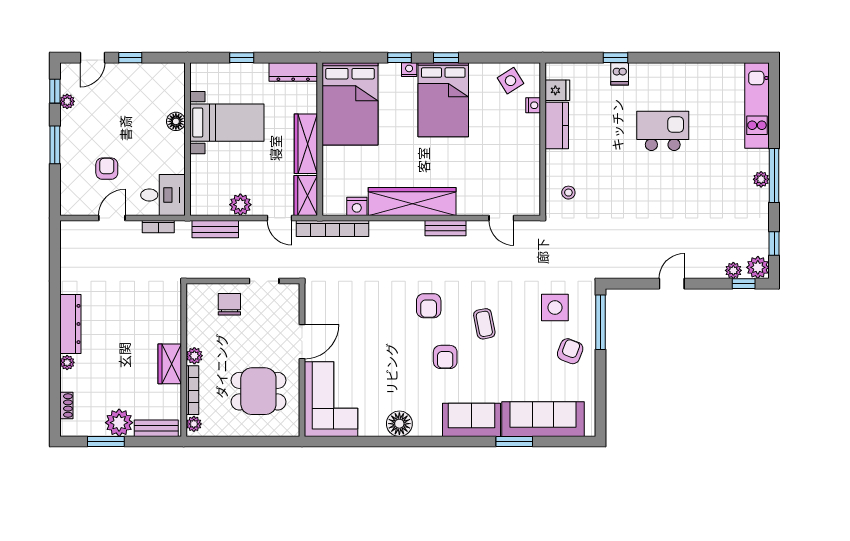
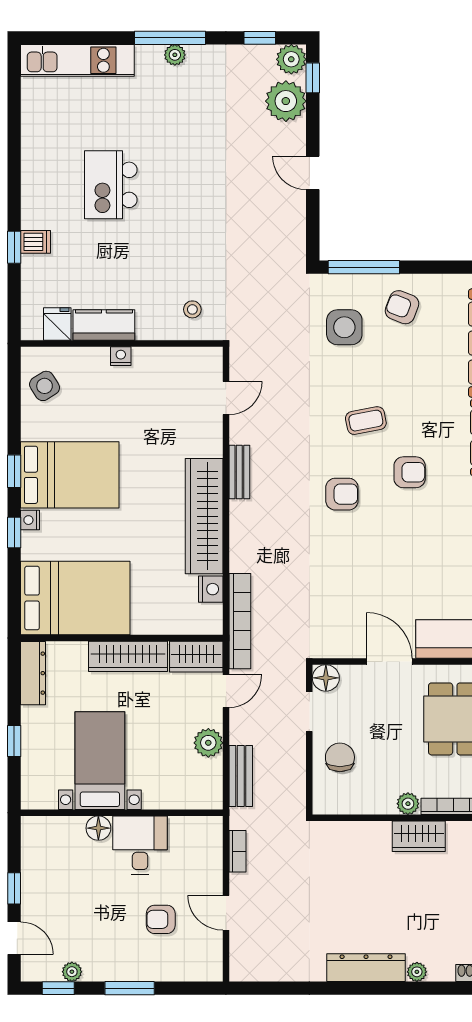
nightstand: (533, 105) -> (121, 356), moved
desk: (163, 195) -> (140, 845), moved
plant: (733, 270) -> (286, 101), width x1.88, depth x1.88
floor lamp: (290, 294) -> (326, 678), added
chair: (229, 304) -> (340, 757), turned 90

